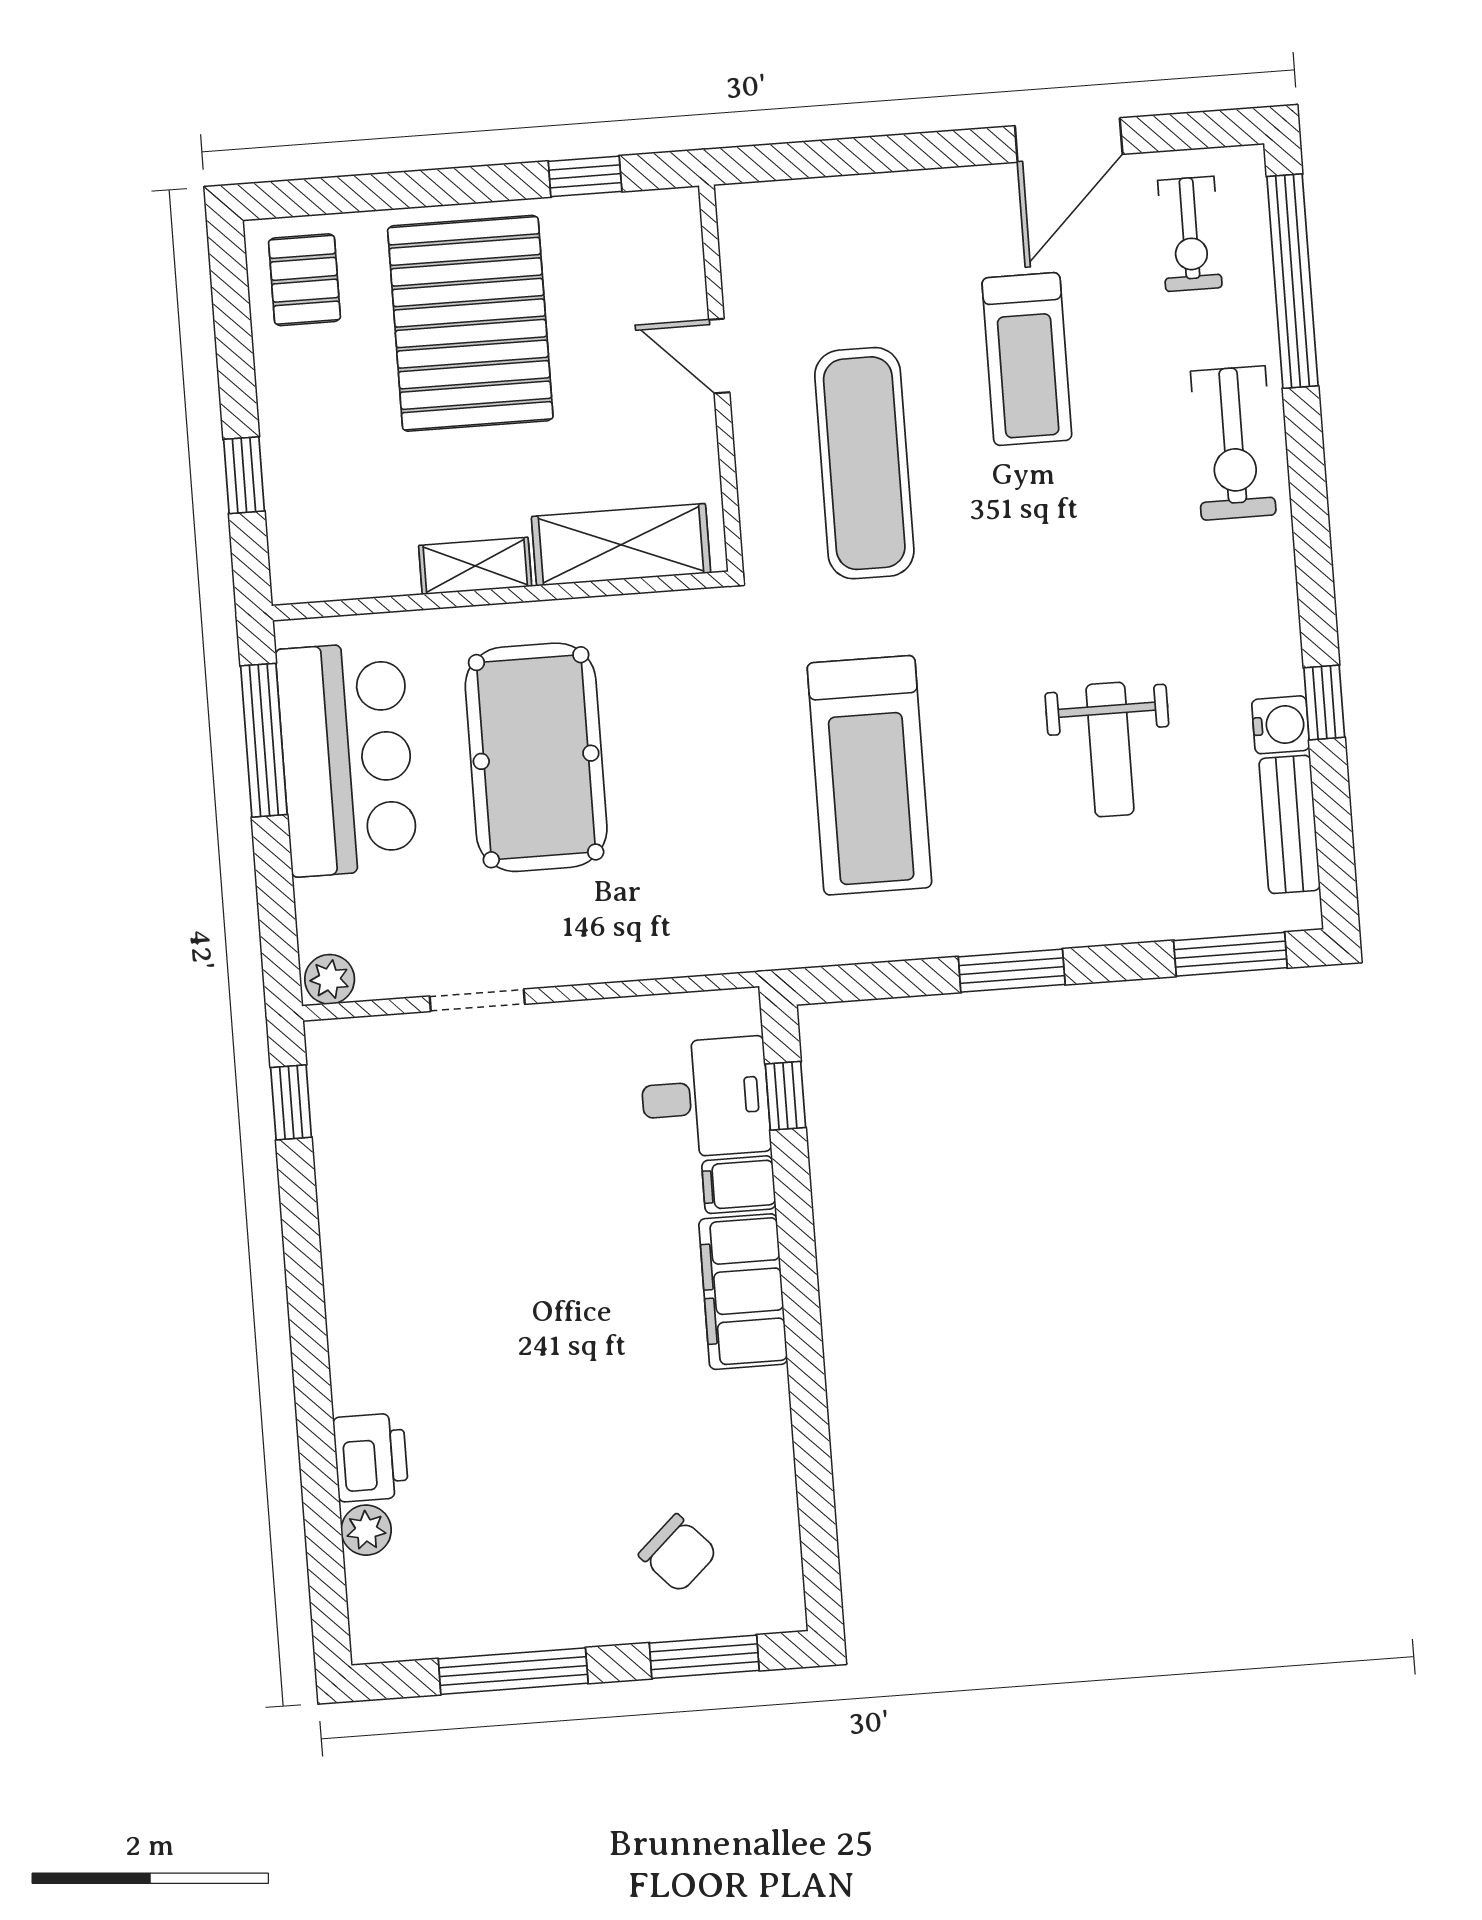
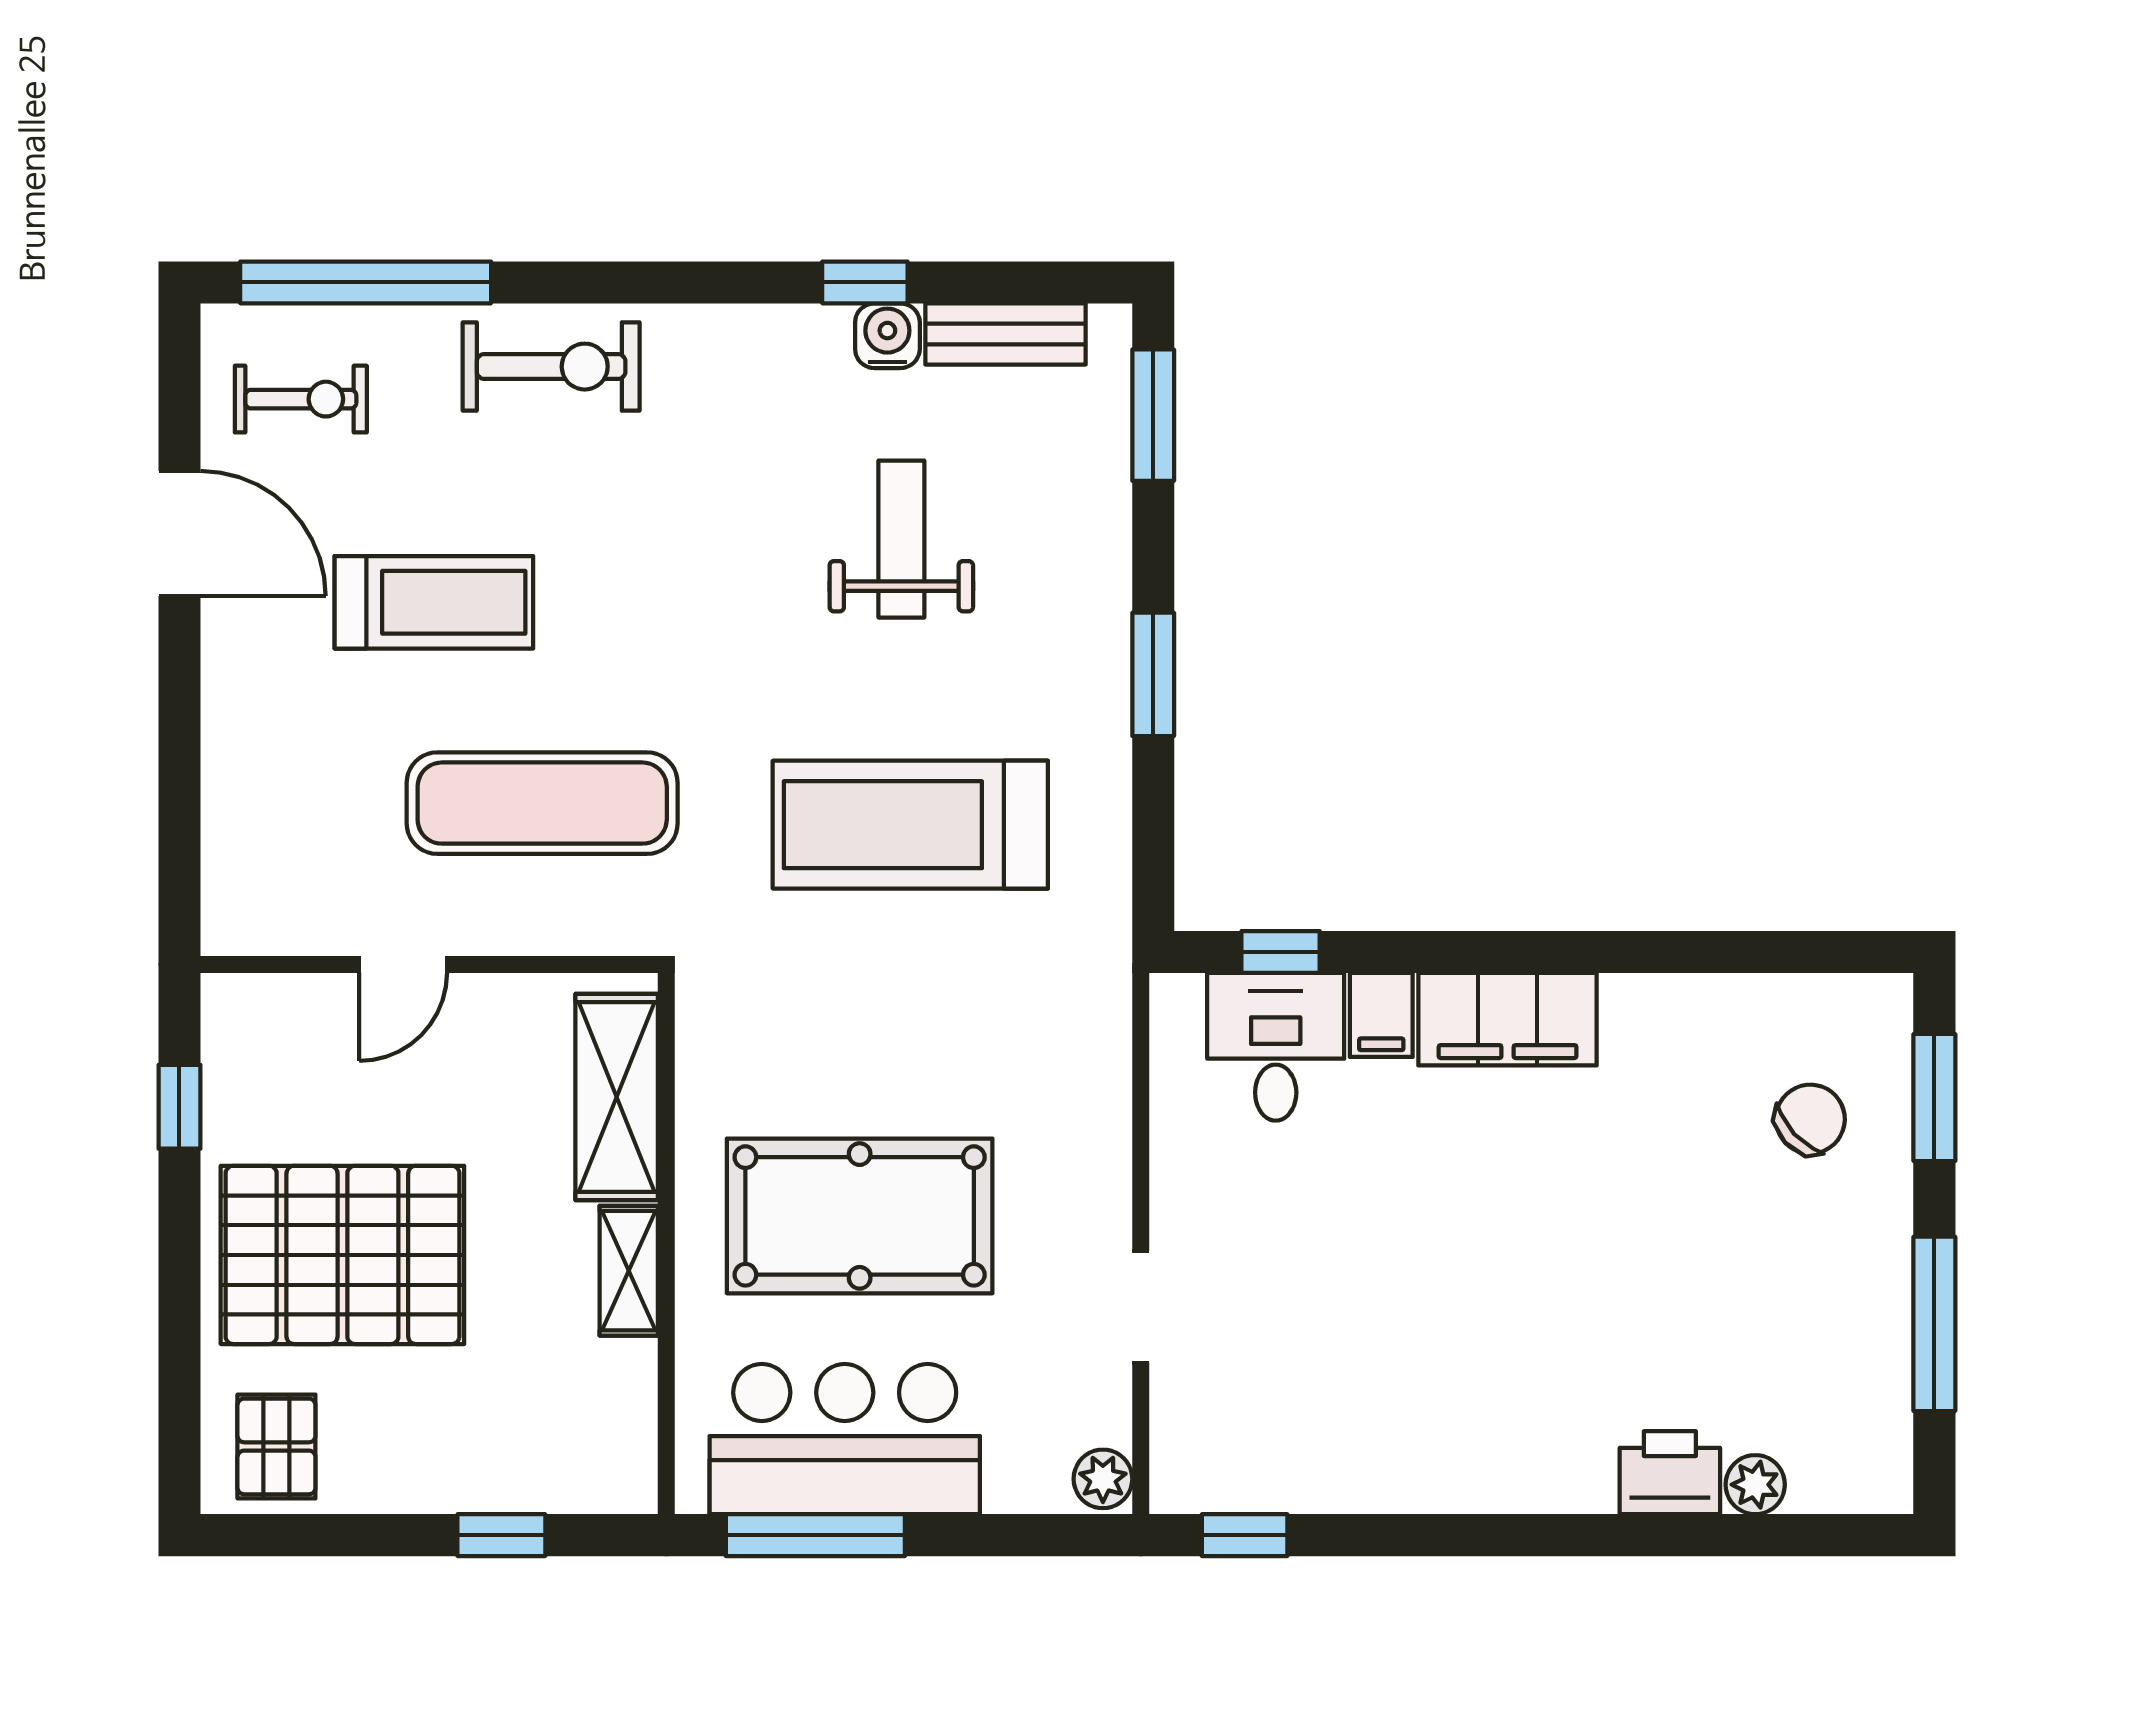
pallet: (304, 280) -> (276, 1446), turned 90
weight bench: (1110, 750) -> (901, 539), turned -90
treadmill: (869, 775) -> (910, 825), turned 180

